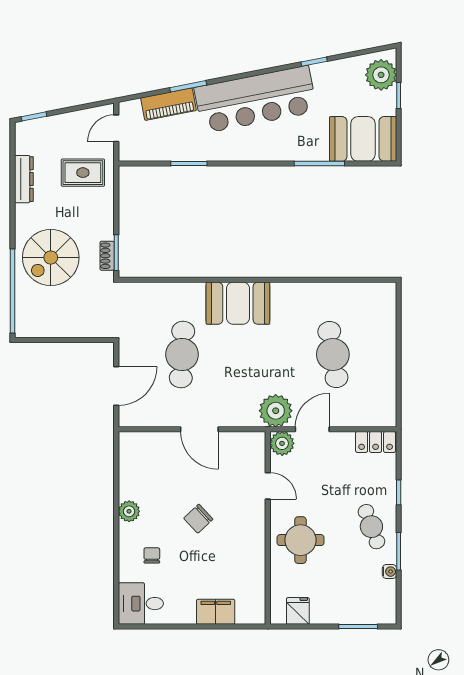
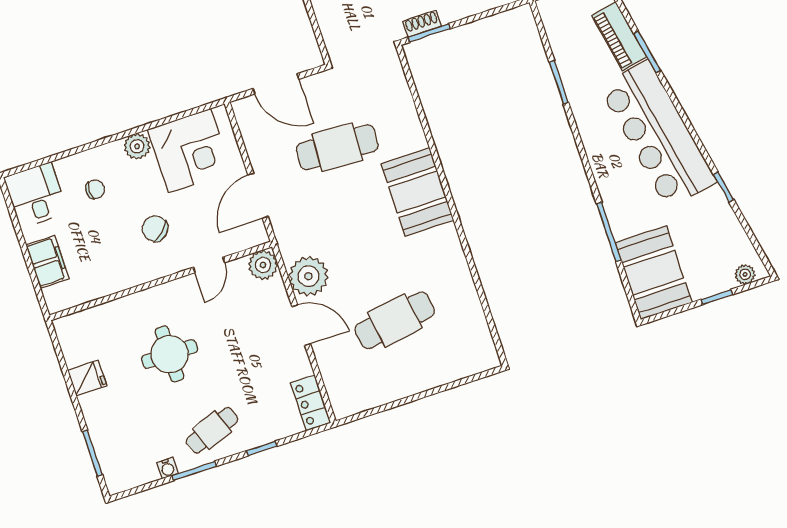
plant: (381, 75) -> (745, 274), width x0.53, depth x0.53
plant: (282, 443) -> (263, 265), moved
corner desk: (146, 471) -> (190, 151), added
door: (268, 486) -> (209, 265), moved
wall: (268, 528) -> (161, 281), moved
filing cabinet: (216, 612) -> (47, 262), moved

